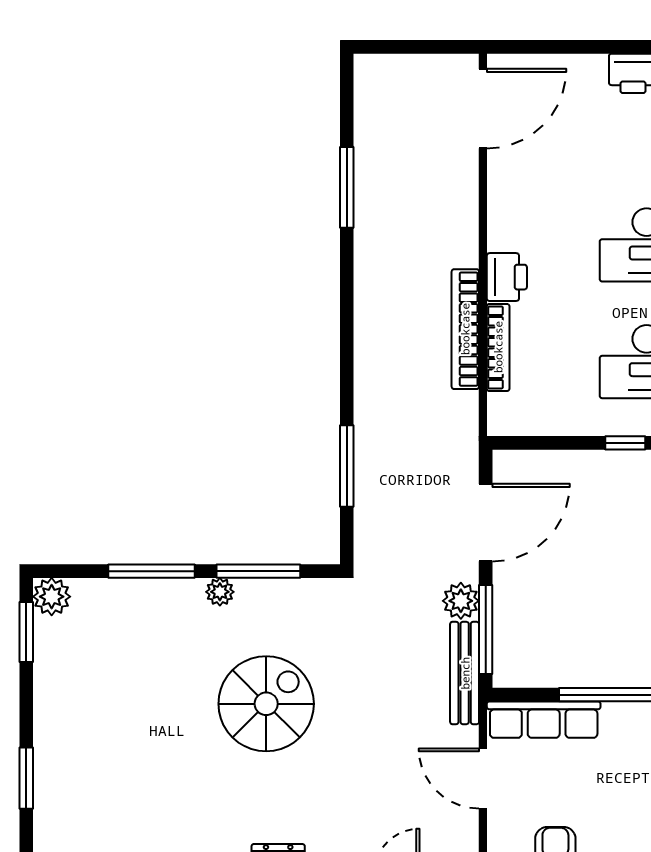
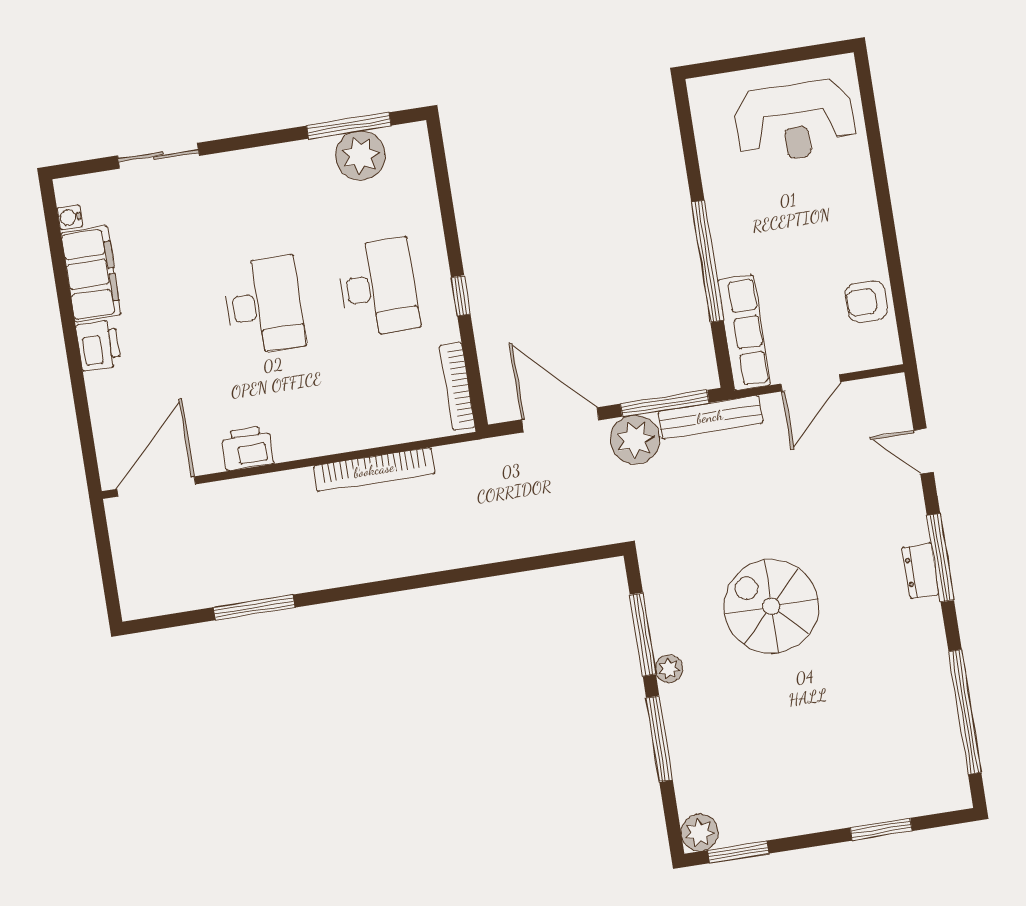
door: (483, 109) -> (156, 487), hinge flipped
printer: (507, 277) -> (247, 448), moved
bookcase: (498, 347) -> (457, 386), moved, turned -90
window: (347, 466) -> (526, 564), removed
plant: (461, 601) -> (635, 439), width x1.36, depth x1.36

